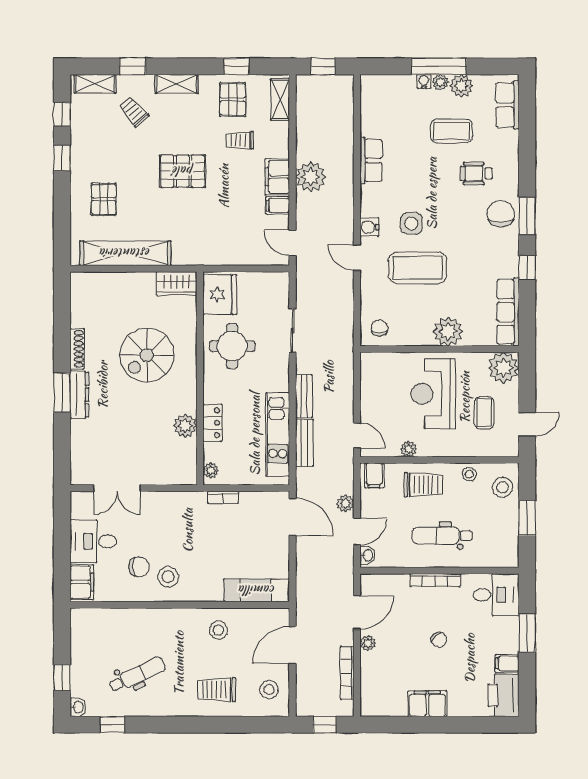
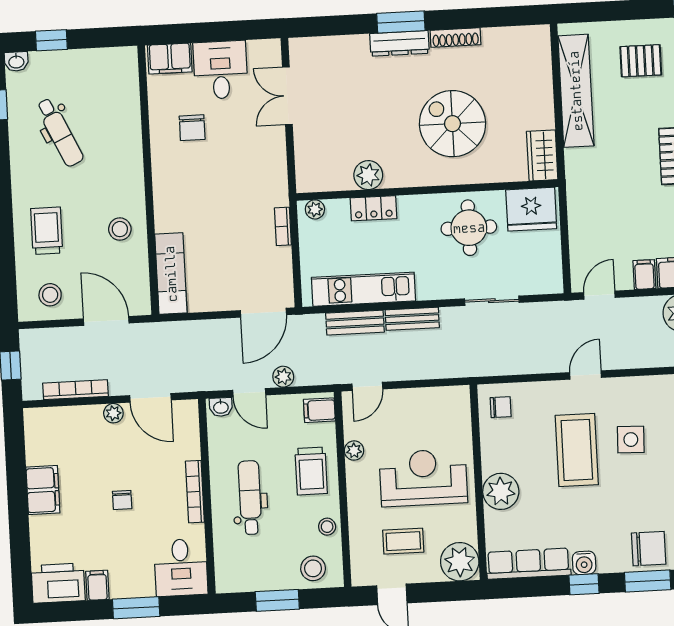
water cooler: (369, 227) -> (584, 563), moved, turned 180
stool: (168, 577) -> (182, 164), removed
chair: (439, 640) -> (122, 500), turned -48

